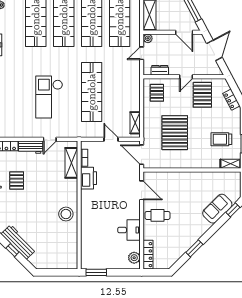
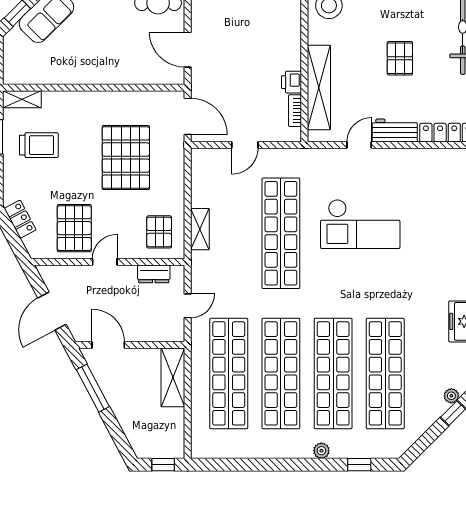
plant: (148, 38) -> (176, 333), removed
checkout: (49, 97) -> (360, 224), turned 90
shelving: (135, 123) -> (200, 229), moved
door: (111, 139) -> (245, 145), hinge flipped
shelving: (71, 163) -> (319, 87), width x1.47
printer: (89, 178) -> (291, 82), width x0.53, depth x0.68
pallet: (17, 180) -> (400, 58), moved

